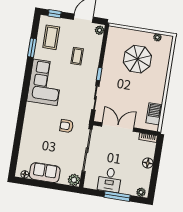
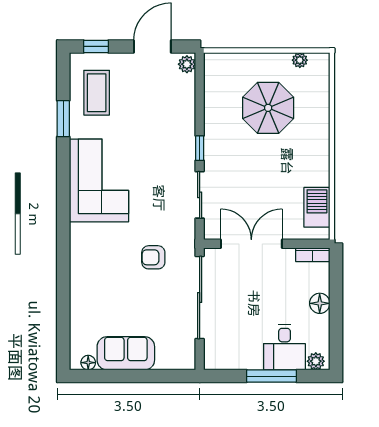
coffee table: (77, 56) -> (152, 121), removed
plant: (74, 180) -> (184, 358), removed
desk: (110, 180) -> (285, 347), moved

